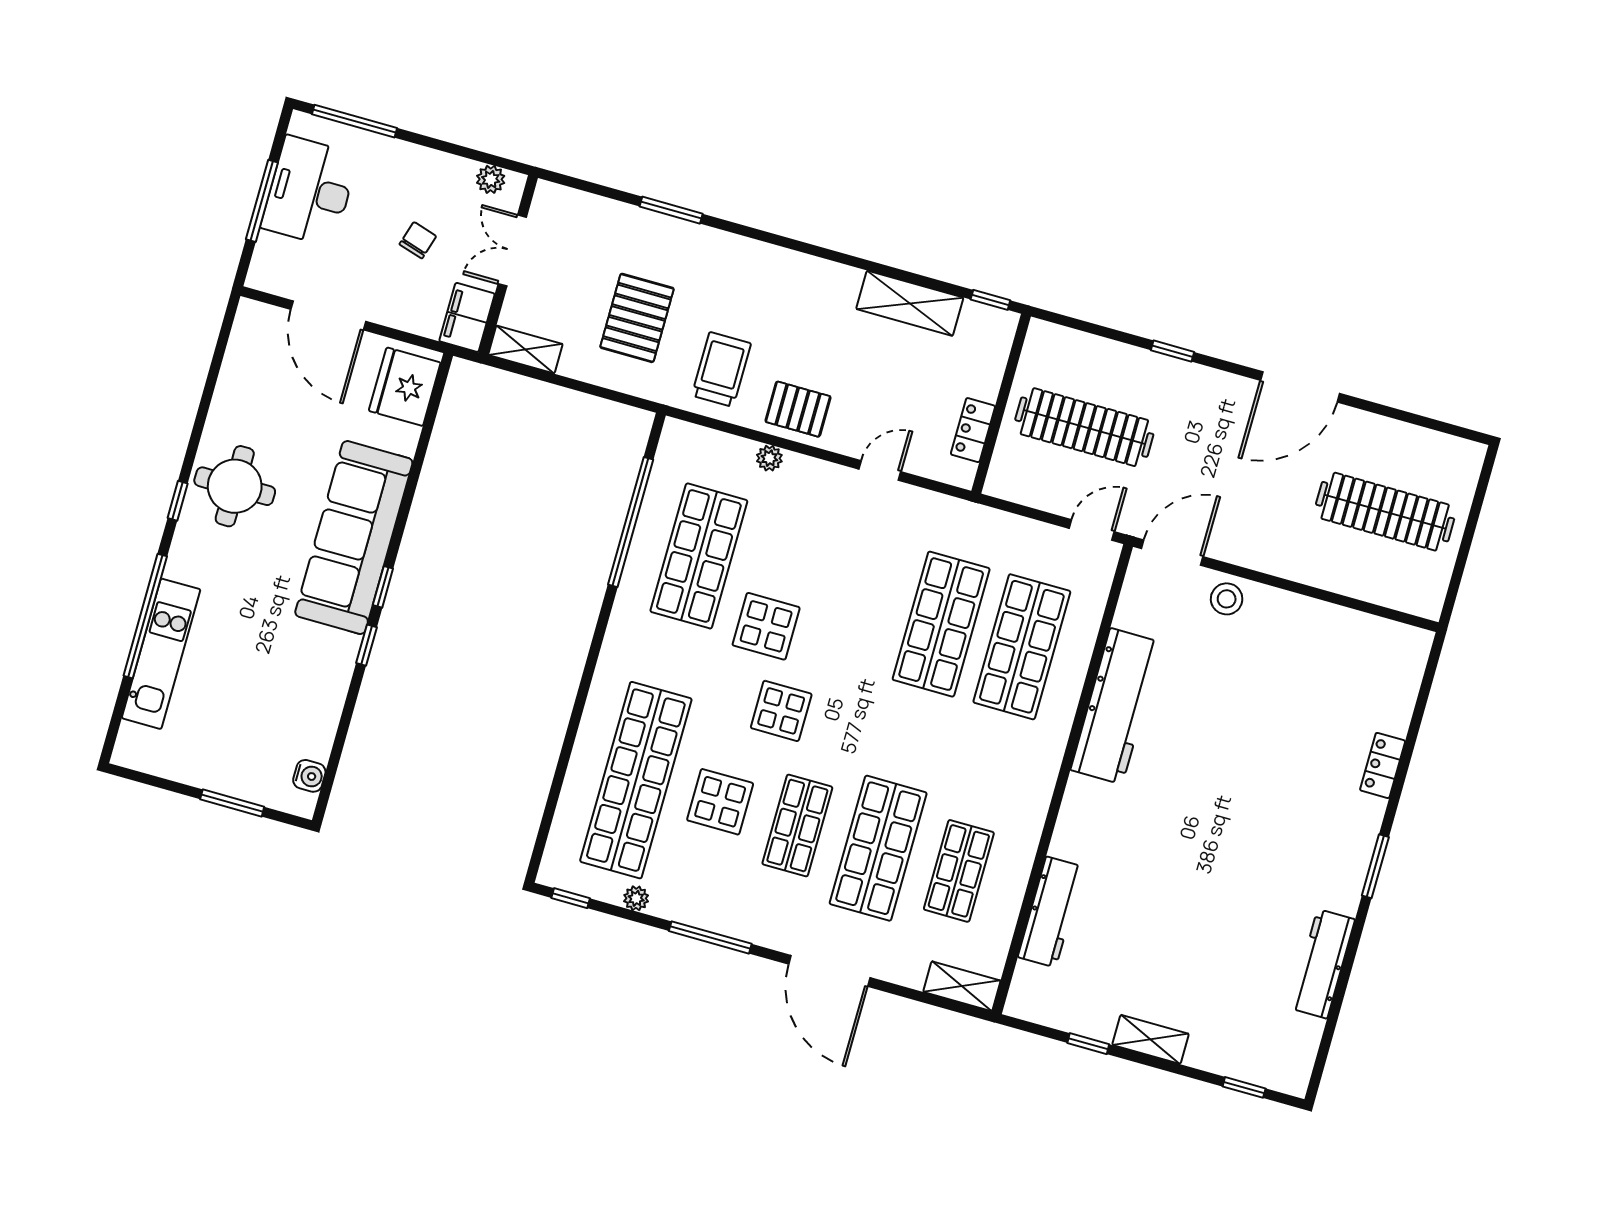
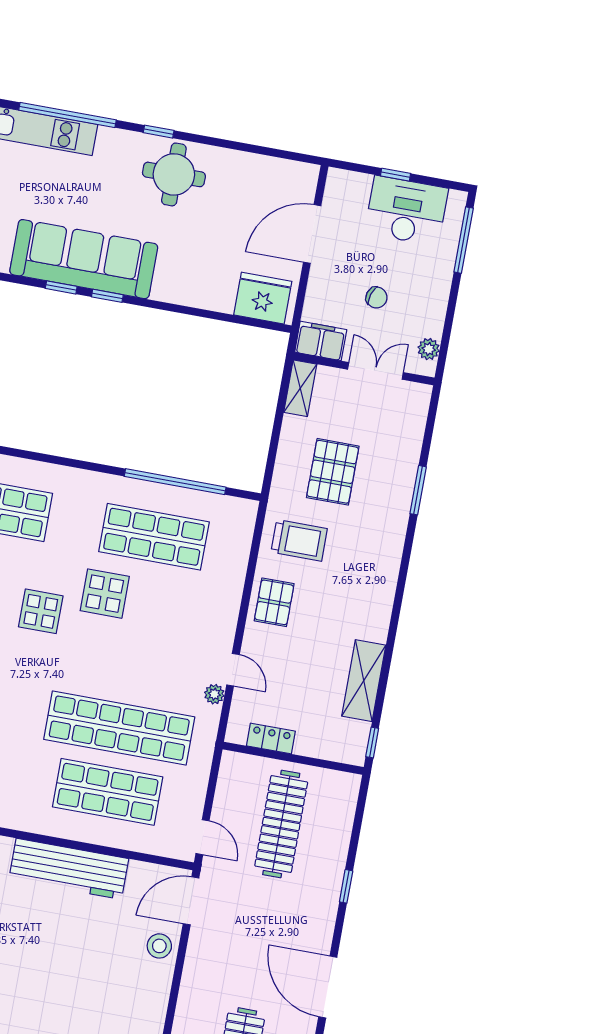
window: (262, 201) -> (395, 175), width x0.46
pallet: (637, 318) -> (333, 472), turned 90
plant: (769, 458) -> (214, 694), moved
sofa: (354, 537) -> (84, 259), moved
door: (1172, 553) -> (191, 901), swing flipped
shop shelf: (941, 624) -> (119, 728), width x1.40

